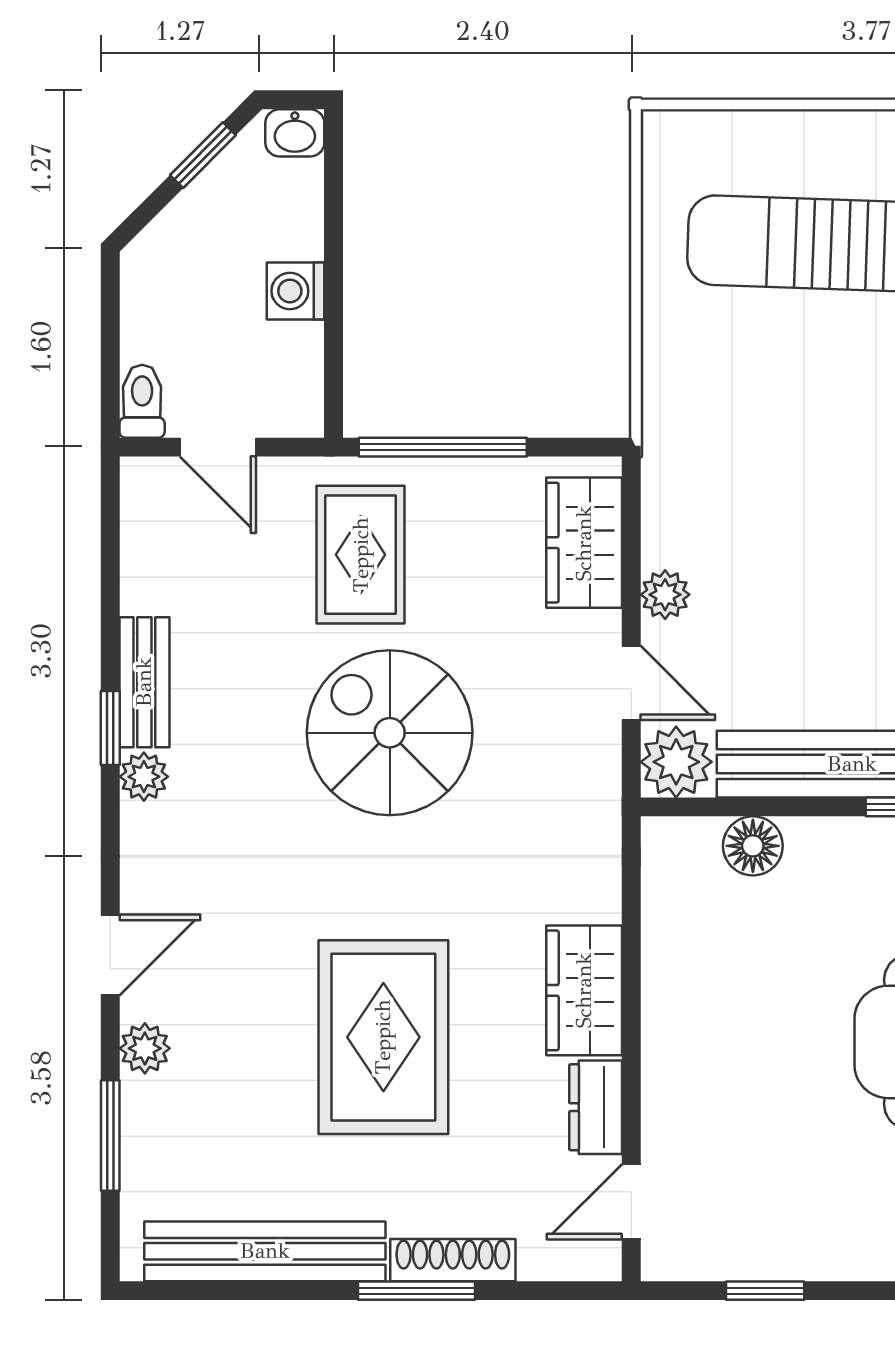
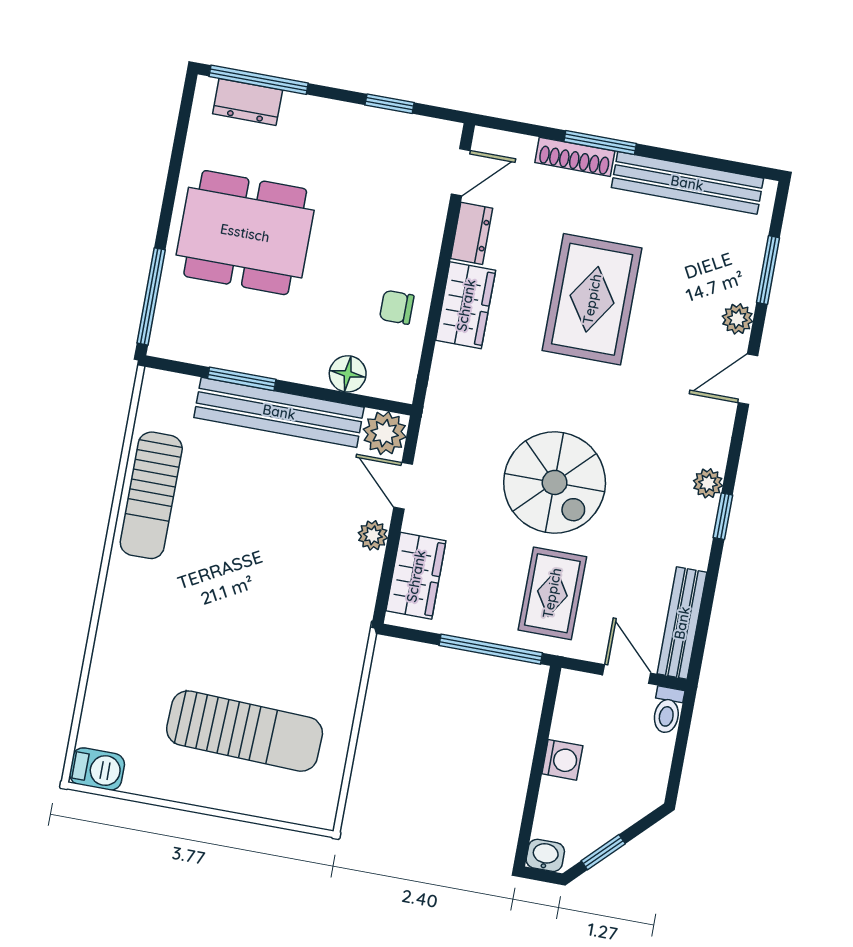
bench: (144, 682) -> (682, 623), moved, width x1.36
chair: (694, 967) -> (397, 307), added

